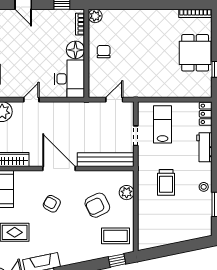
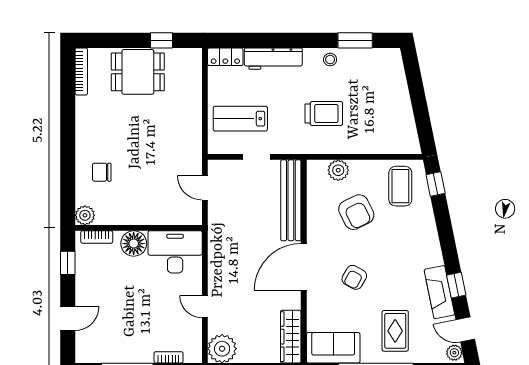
chair: (104, 52) -> (102, 172), moved
workbench: (204, 147) -> (273, 59), width x1.37

